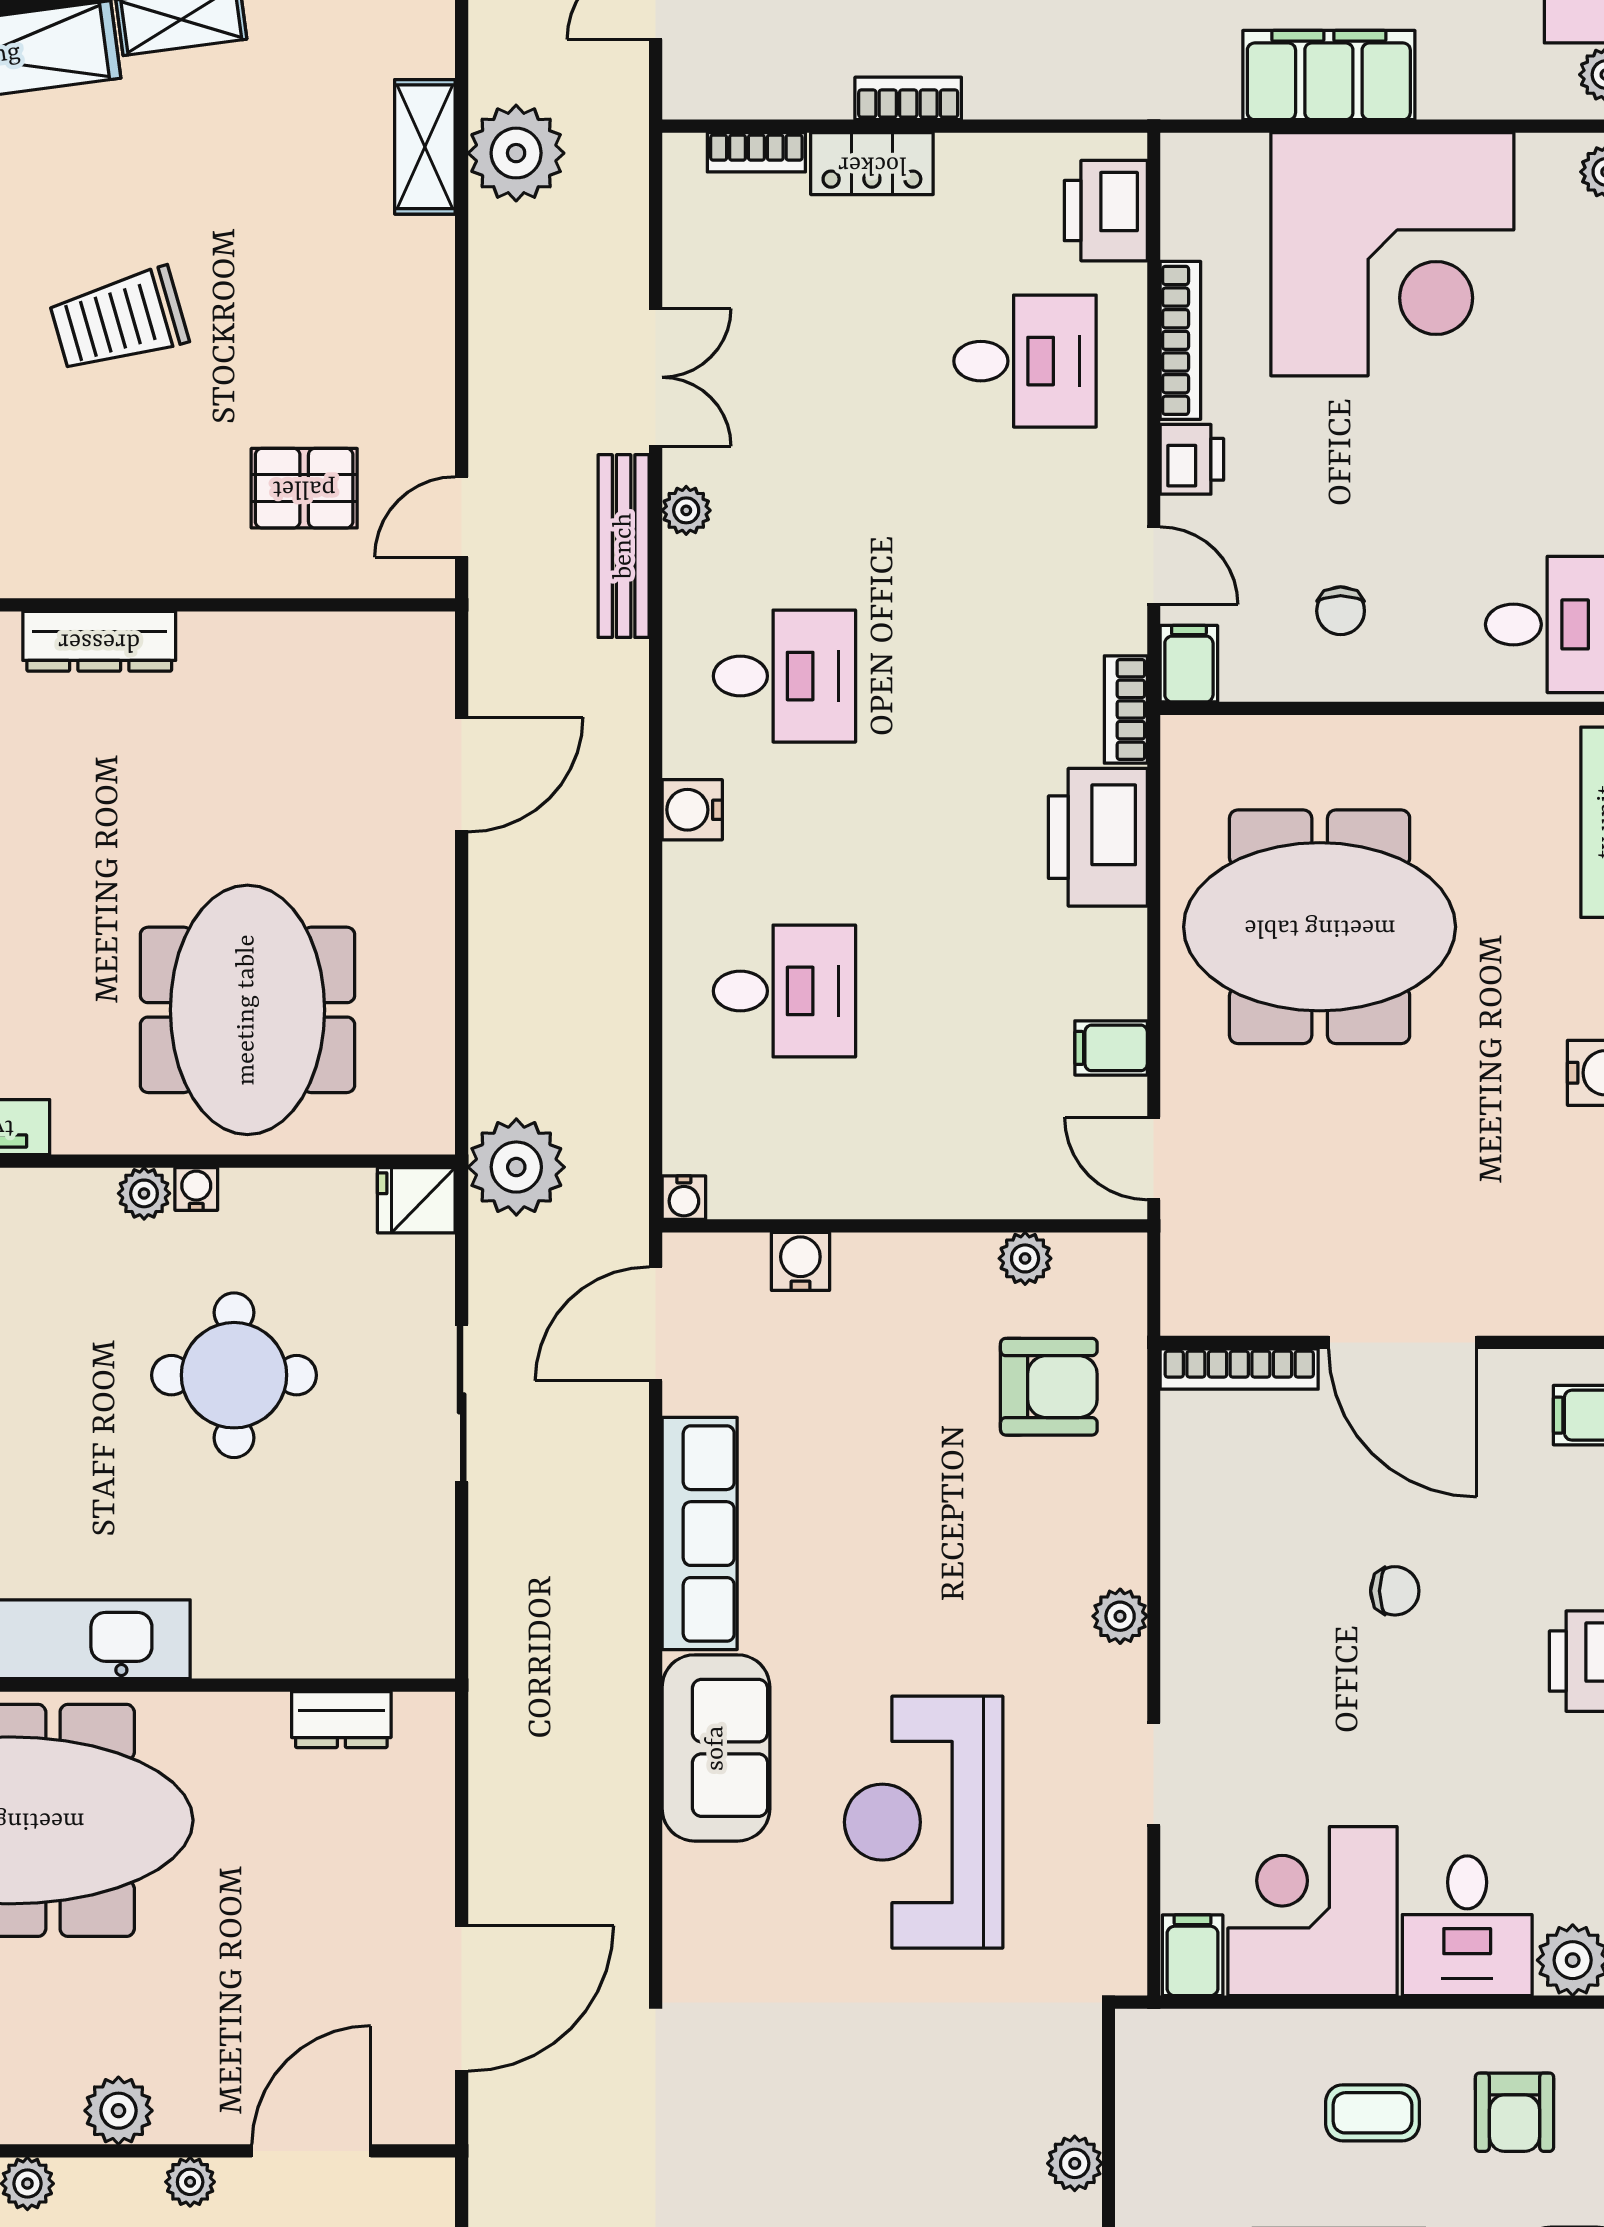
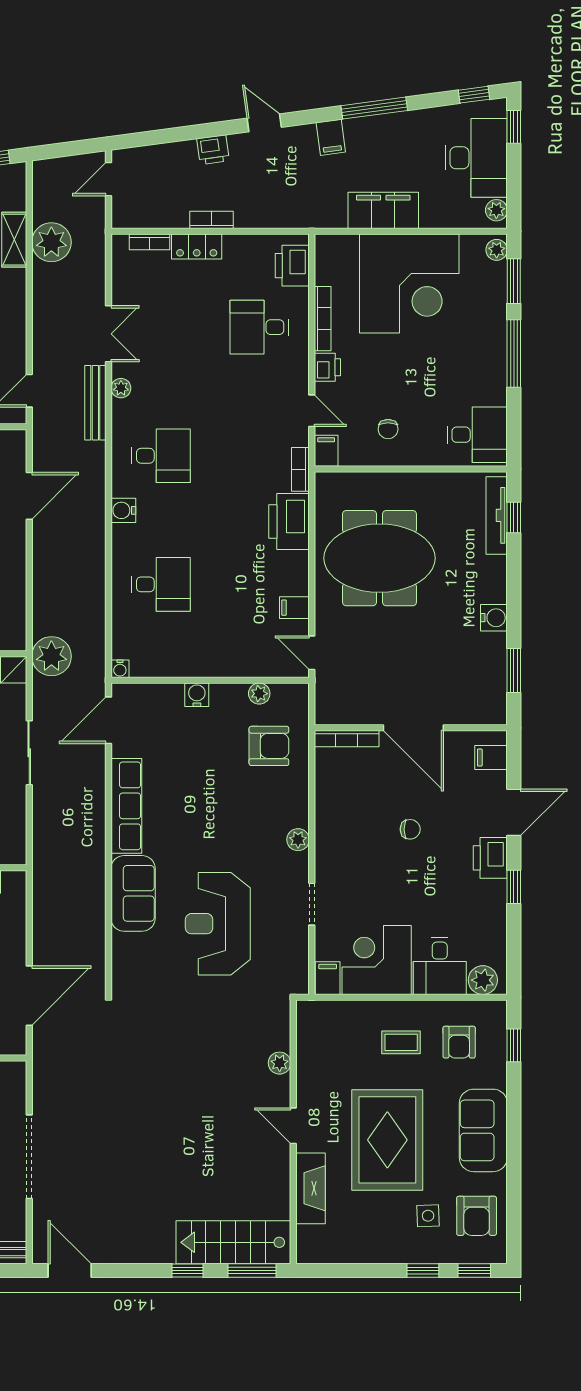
desk: (1025, 361) -> (259, 327), turned 180
water cooler: (800, 1261) -> (197, 695), moved

